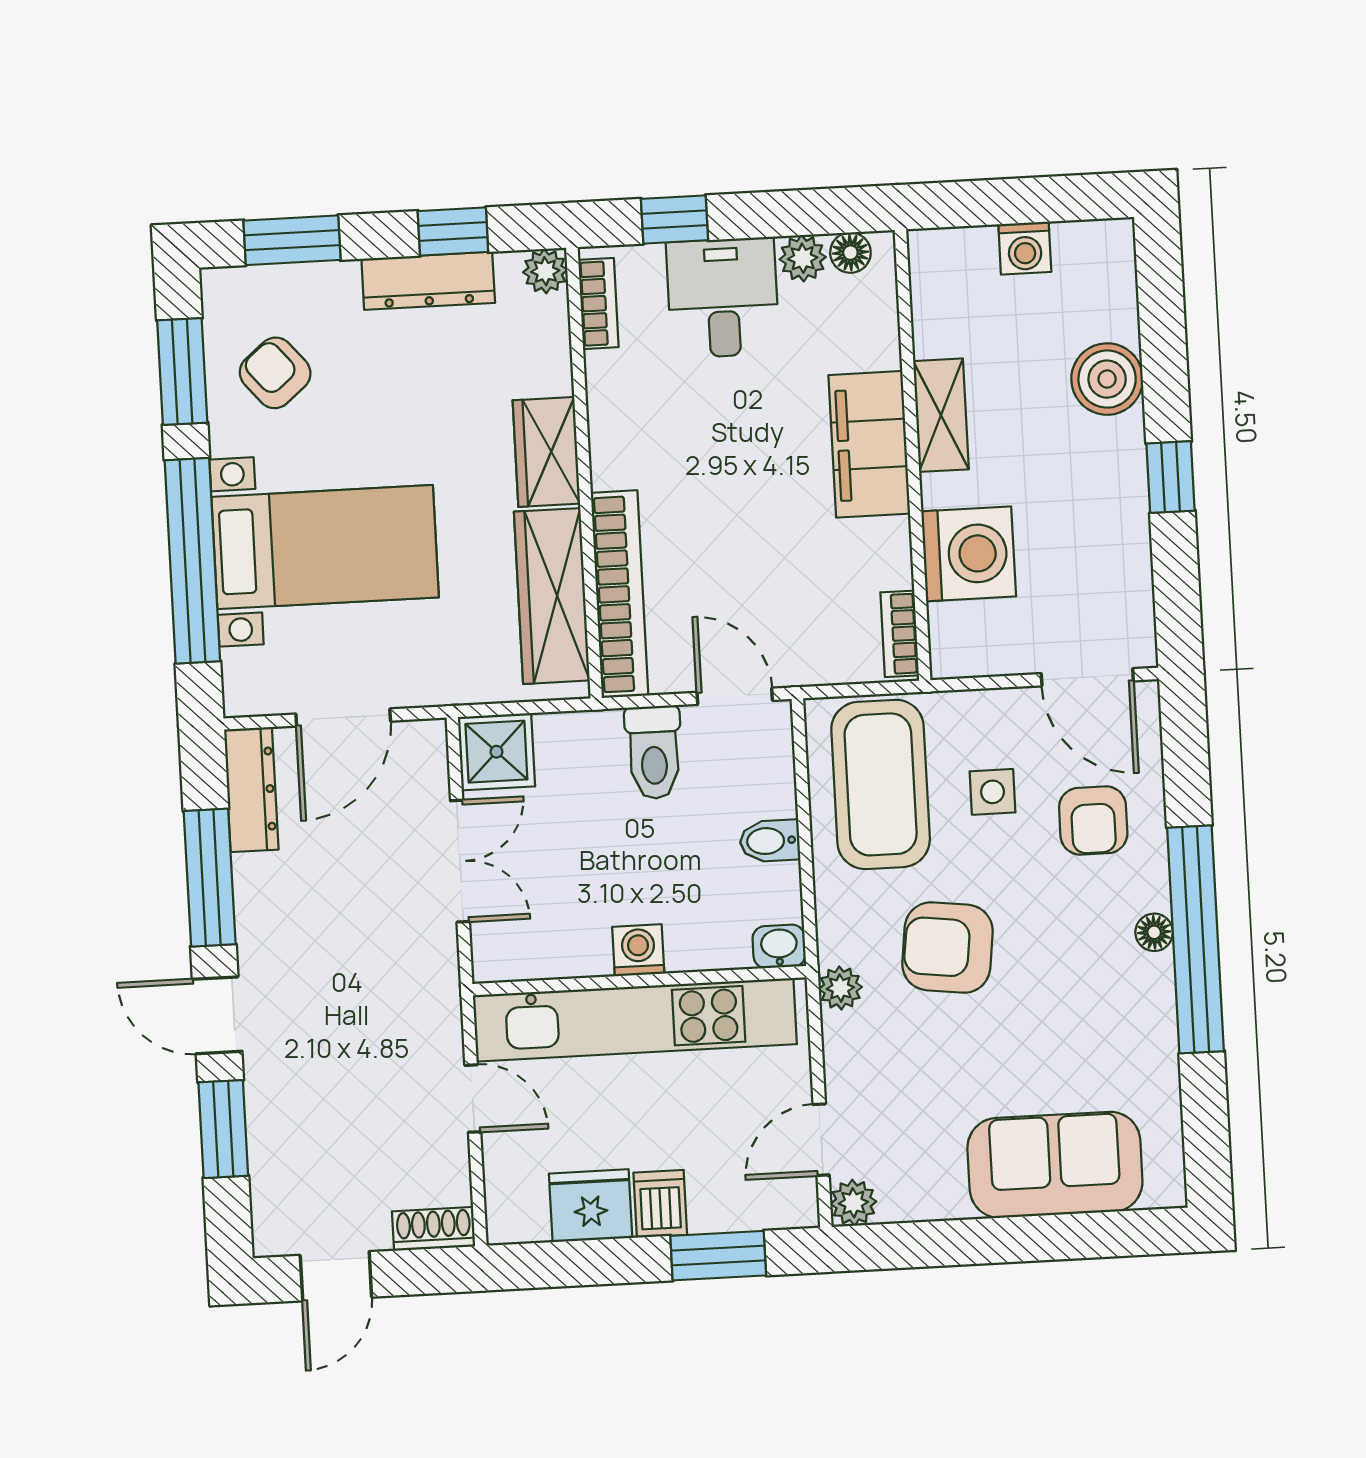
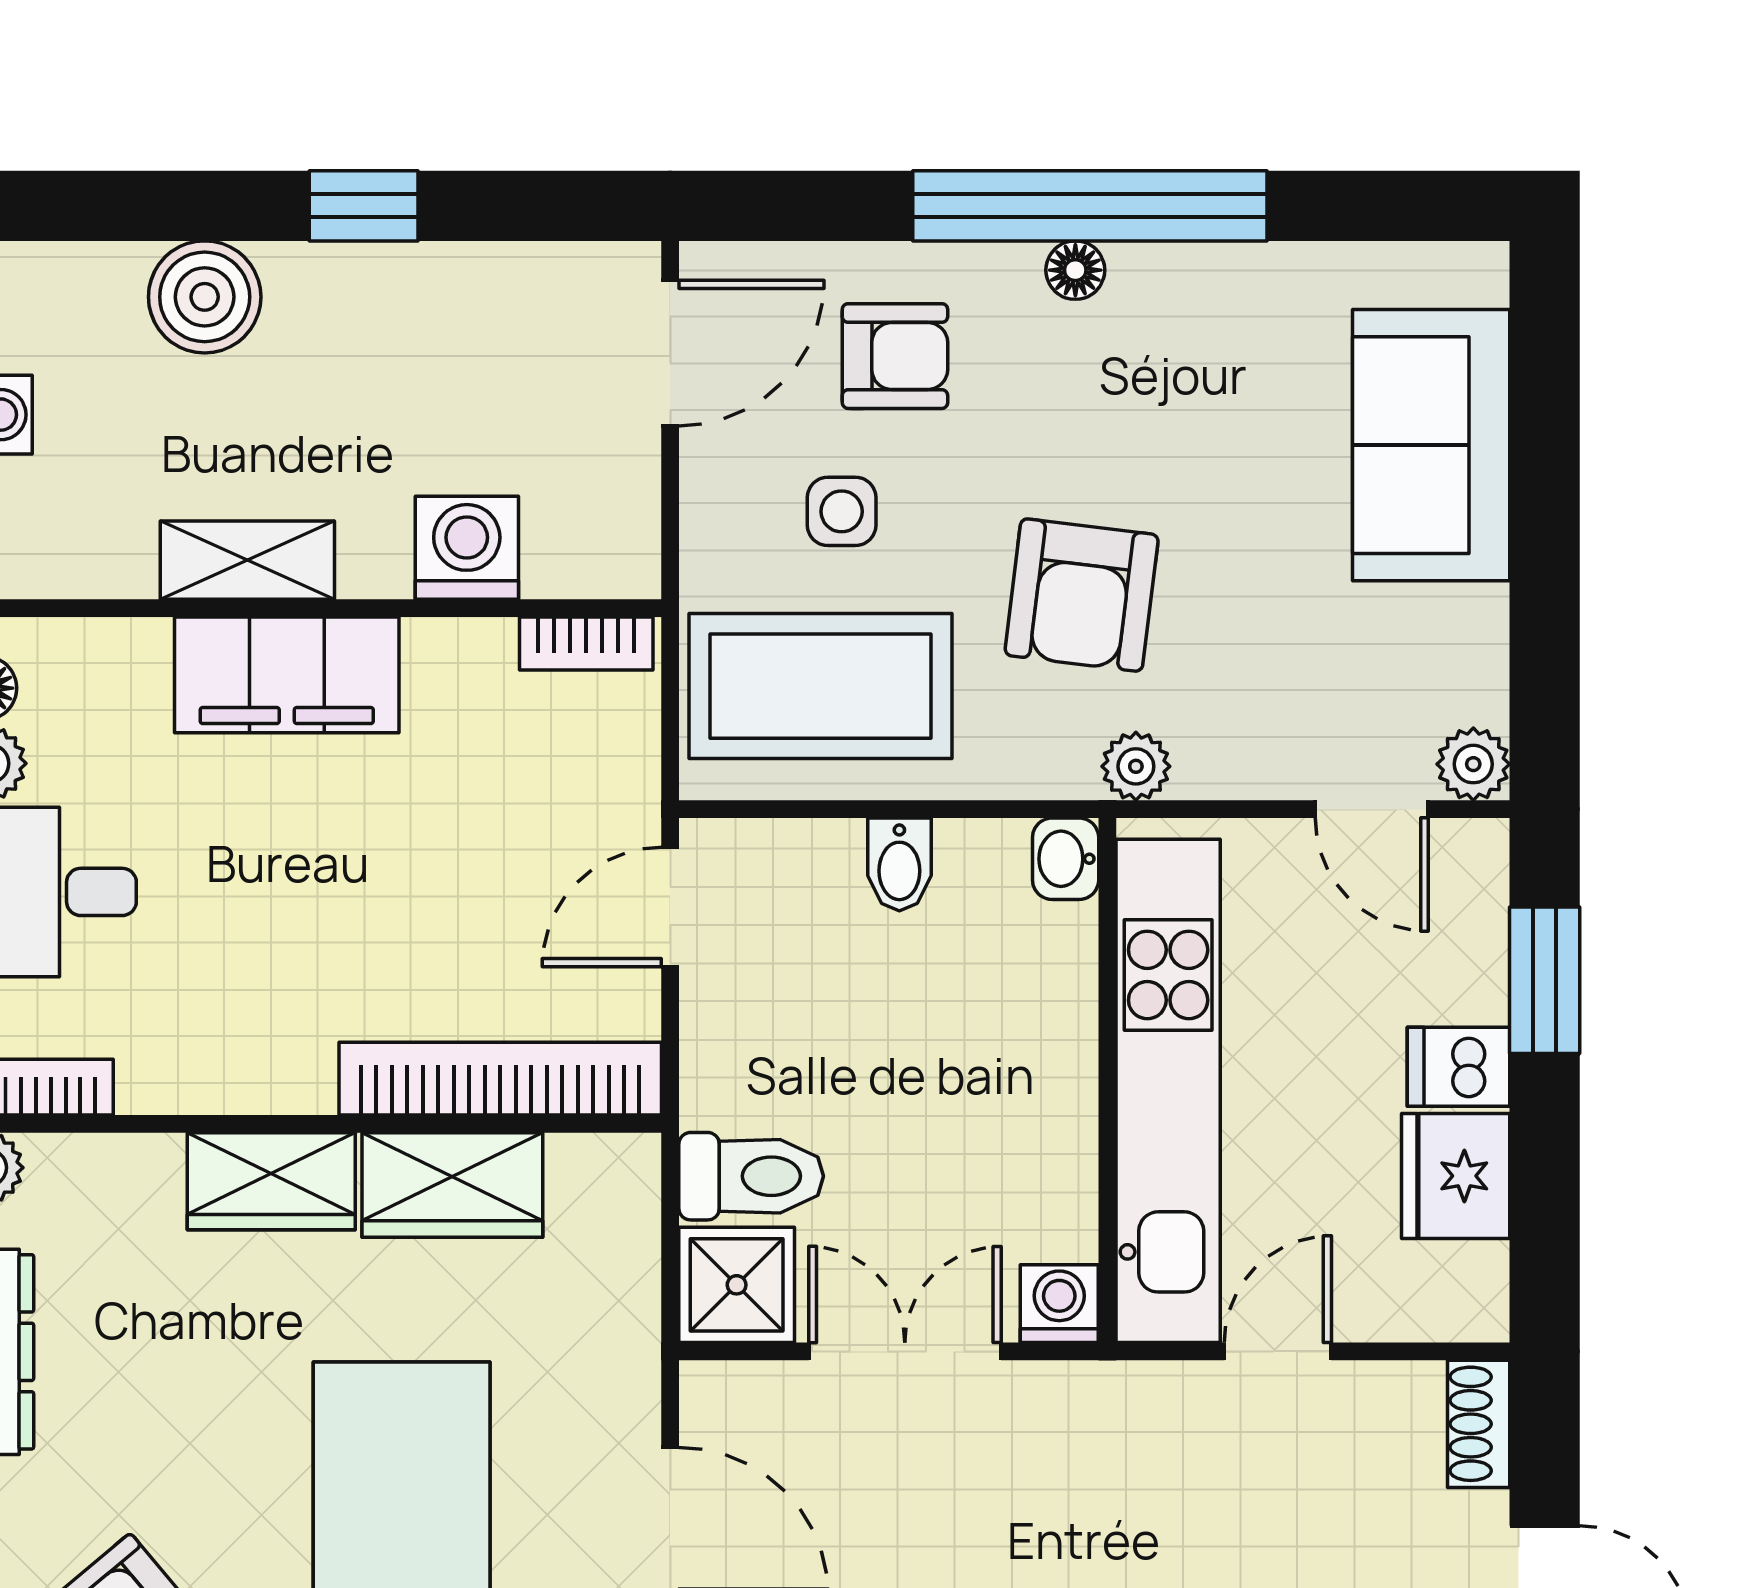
washing machine: (969, 554) -> (467, 548), width x0.73, depth x0.73
wardrobe: (552, 596) -> (452, 1185), width x0.67
toilet: (654, 752) -> (751, 1176), moved
washing machine: (638, 950) -> (1059, 1304), moved, turned 90

